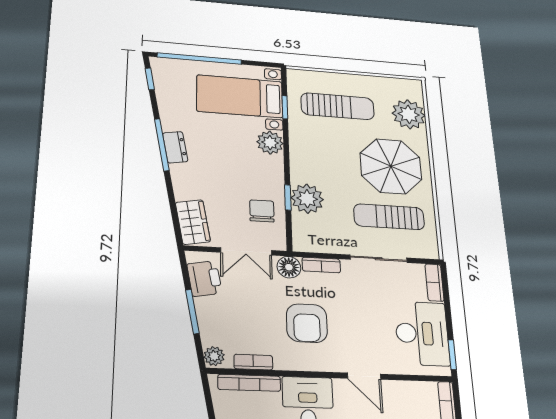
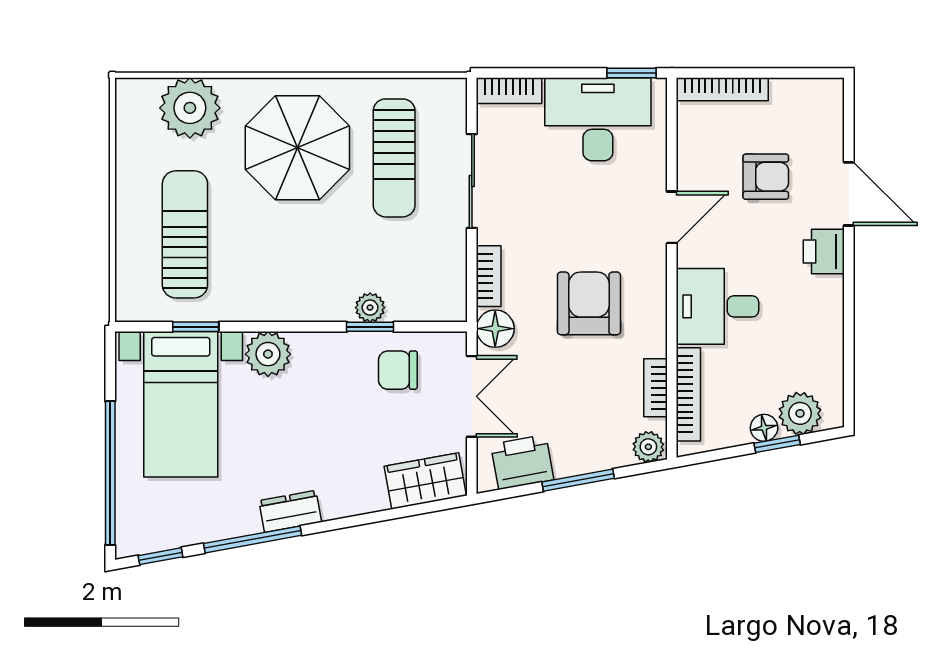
window: (162, 145) -> (253, 539), moved
plant: (307, 199) -> (370, 308), width x0.53, depth x0.53
armchair: (307, 323) -> (589, 303), turned -90

